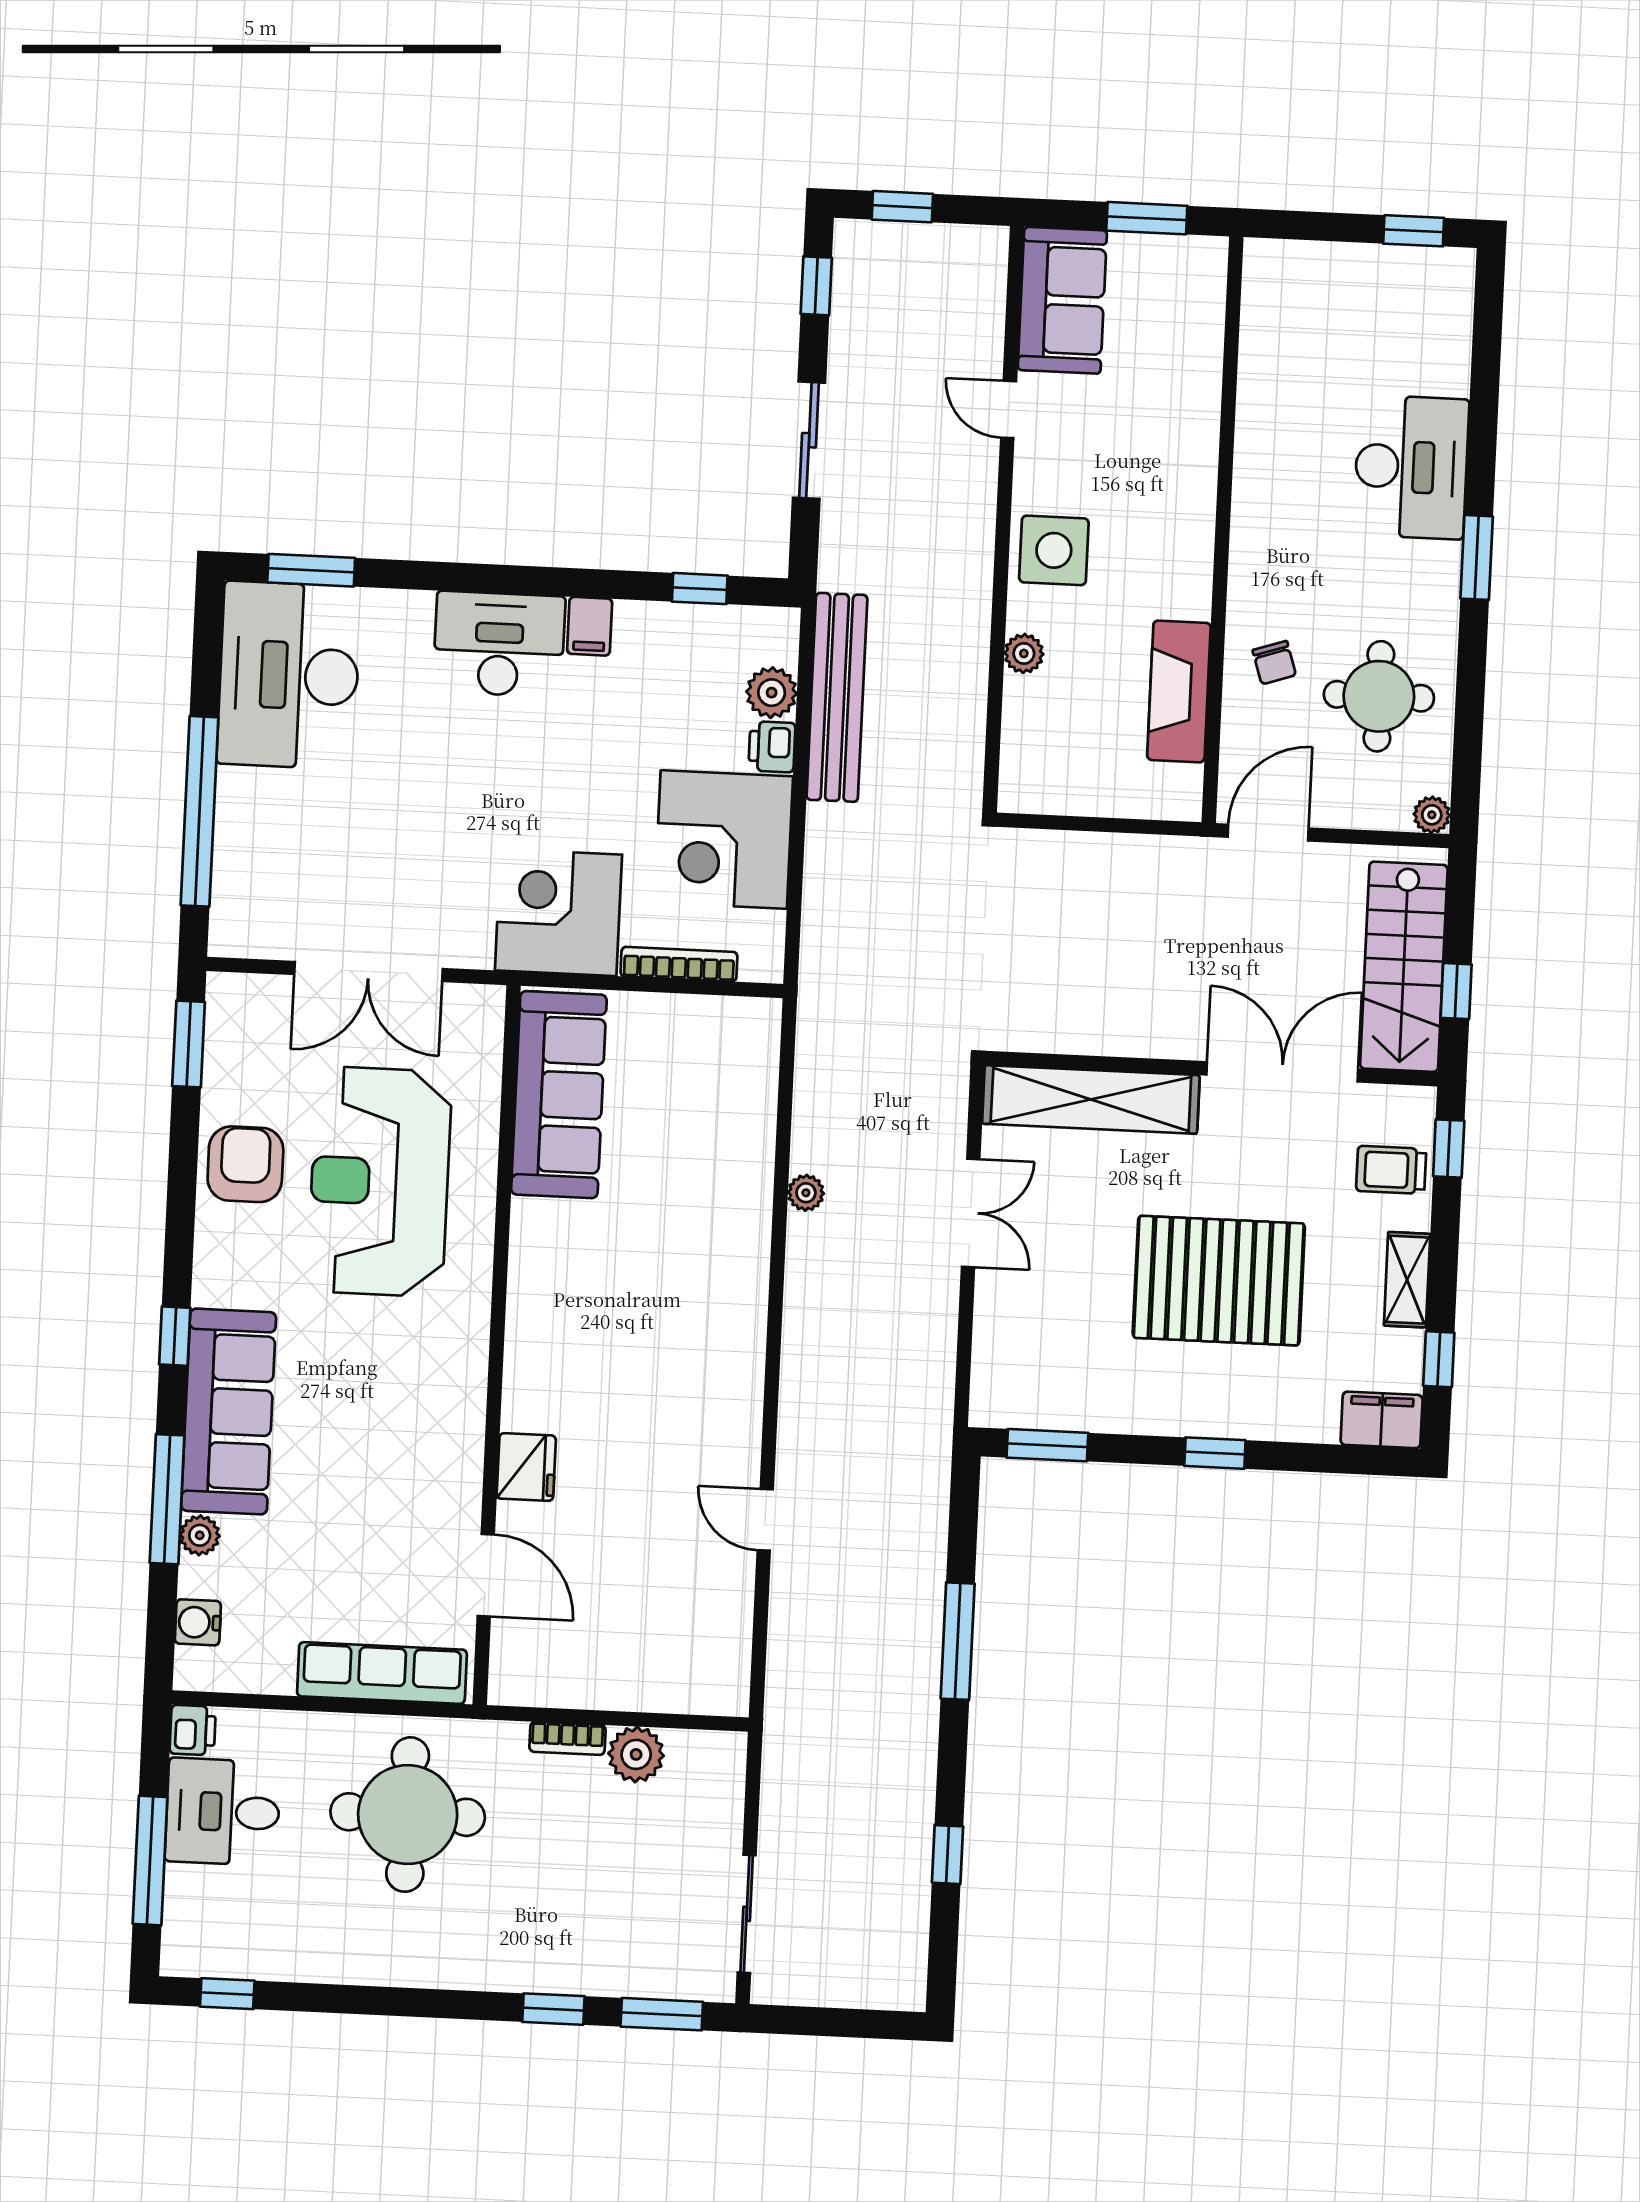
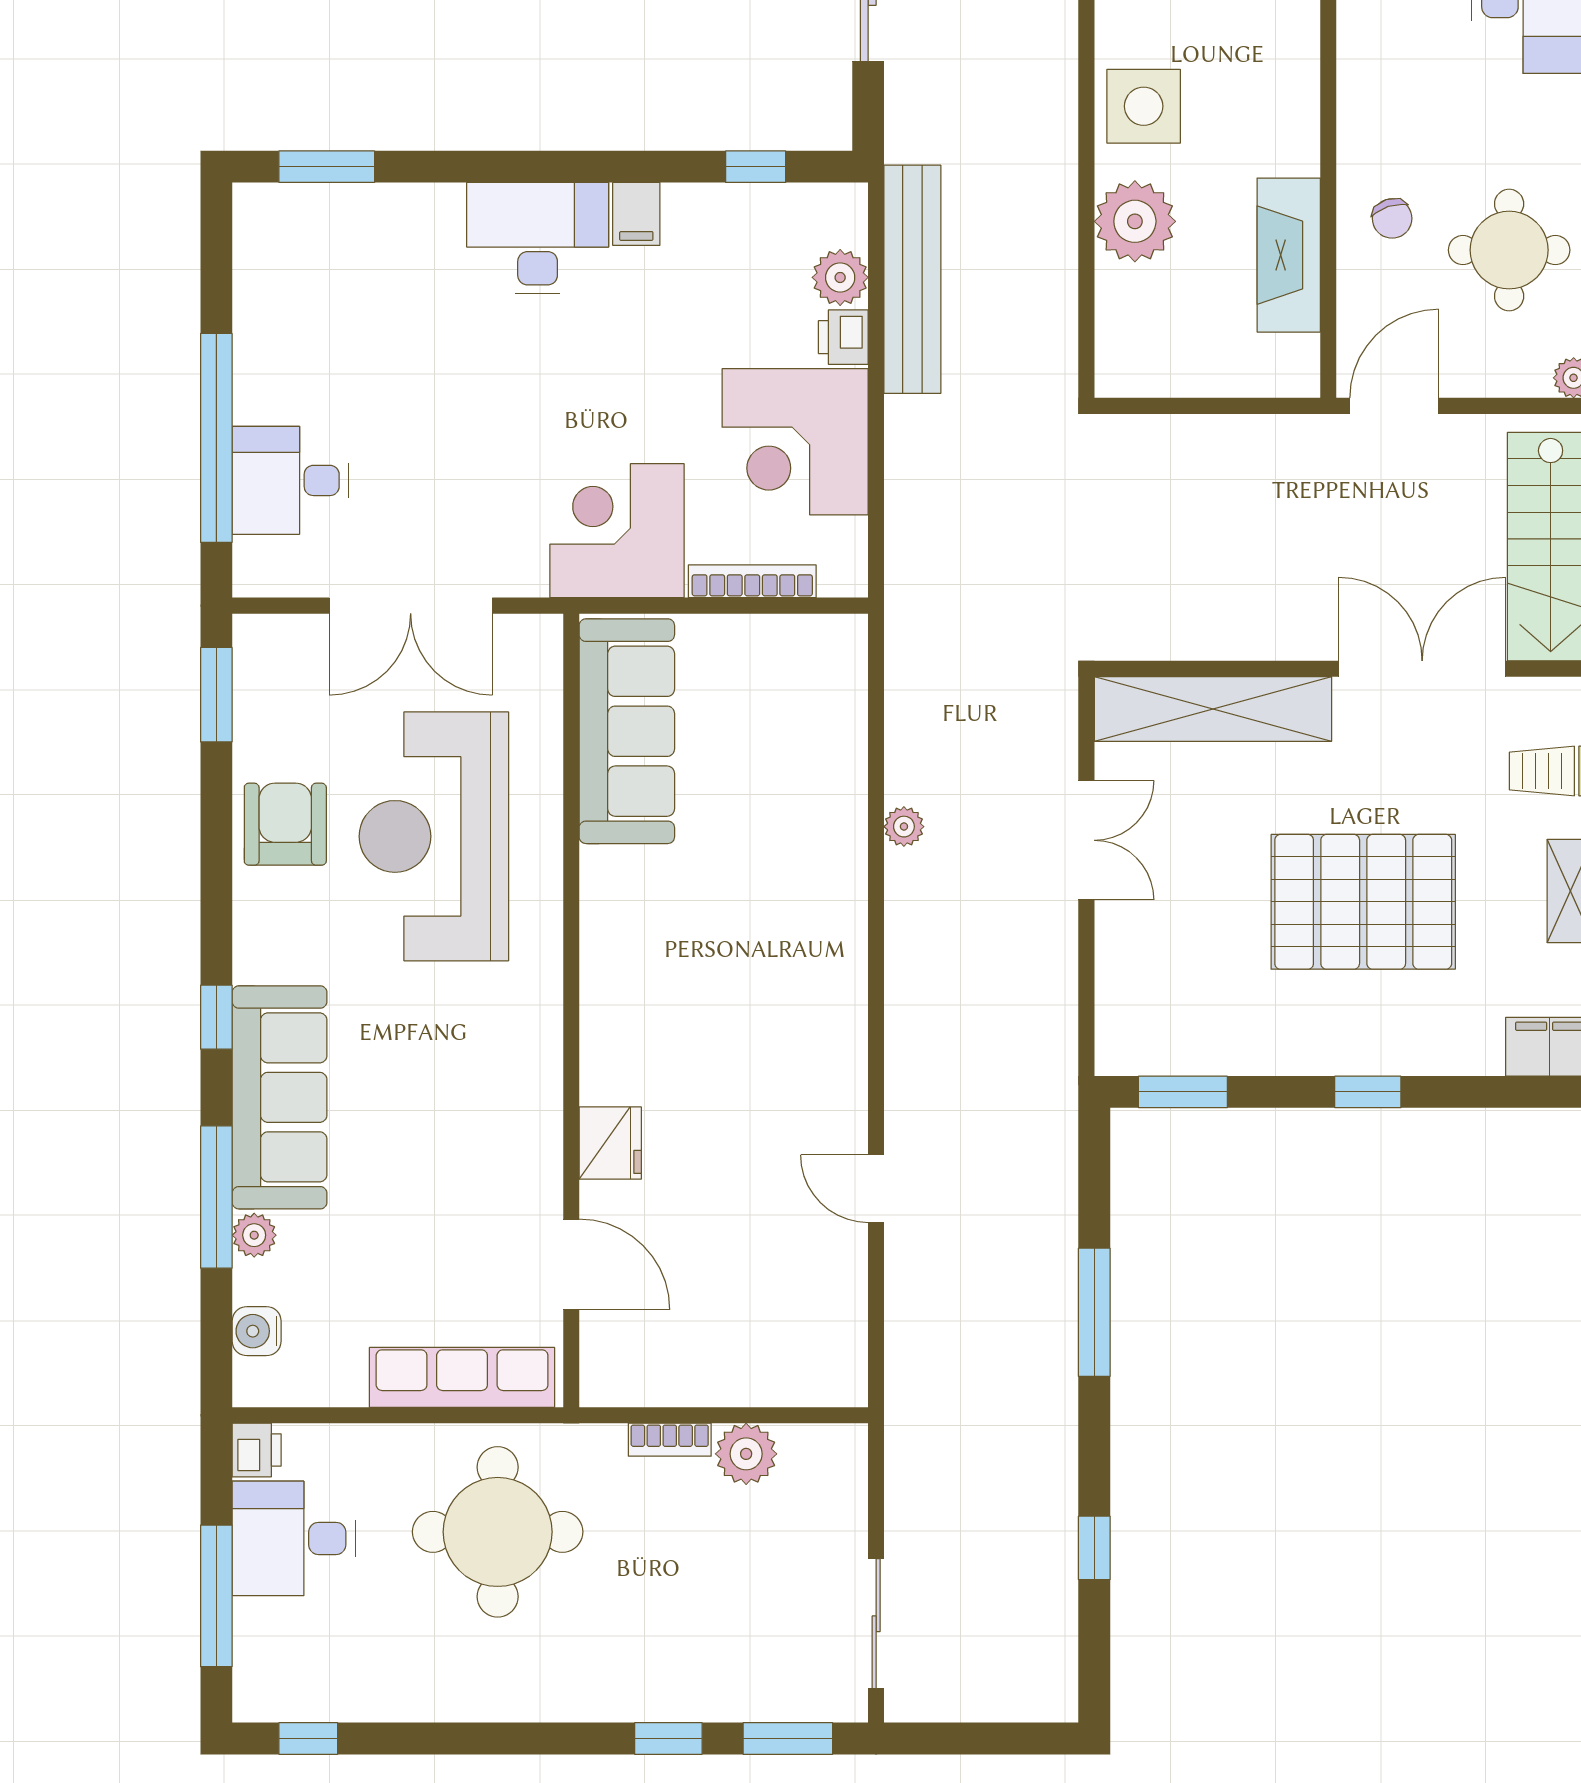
plant: (1024, 653) -> (1135, 221), width x1.88, depth x1.88
desk: (289, 675) -> (290, 480), moved, width x0.53, depth x0.77

